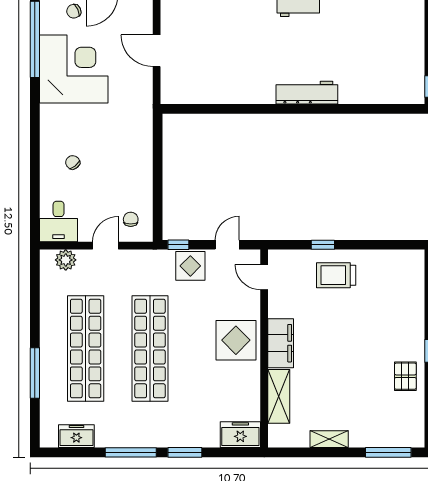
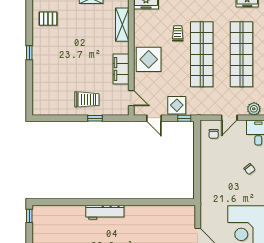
door: (227, 245) -> (154, 118), hinge flipped
filing cabinet: (281, 343) -> (121, 69), moved
pallet: (405, 376) -> (48, 19), moved, turned 90
trolley: (189, 382) -> (178, 33), added

